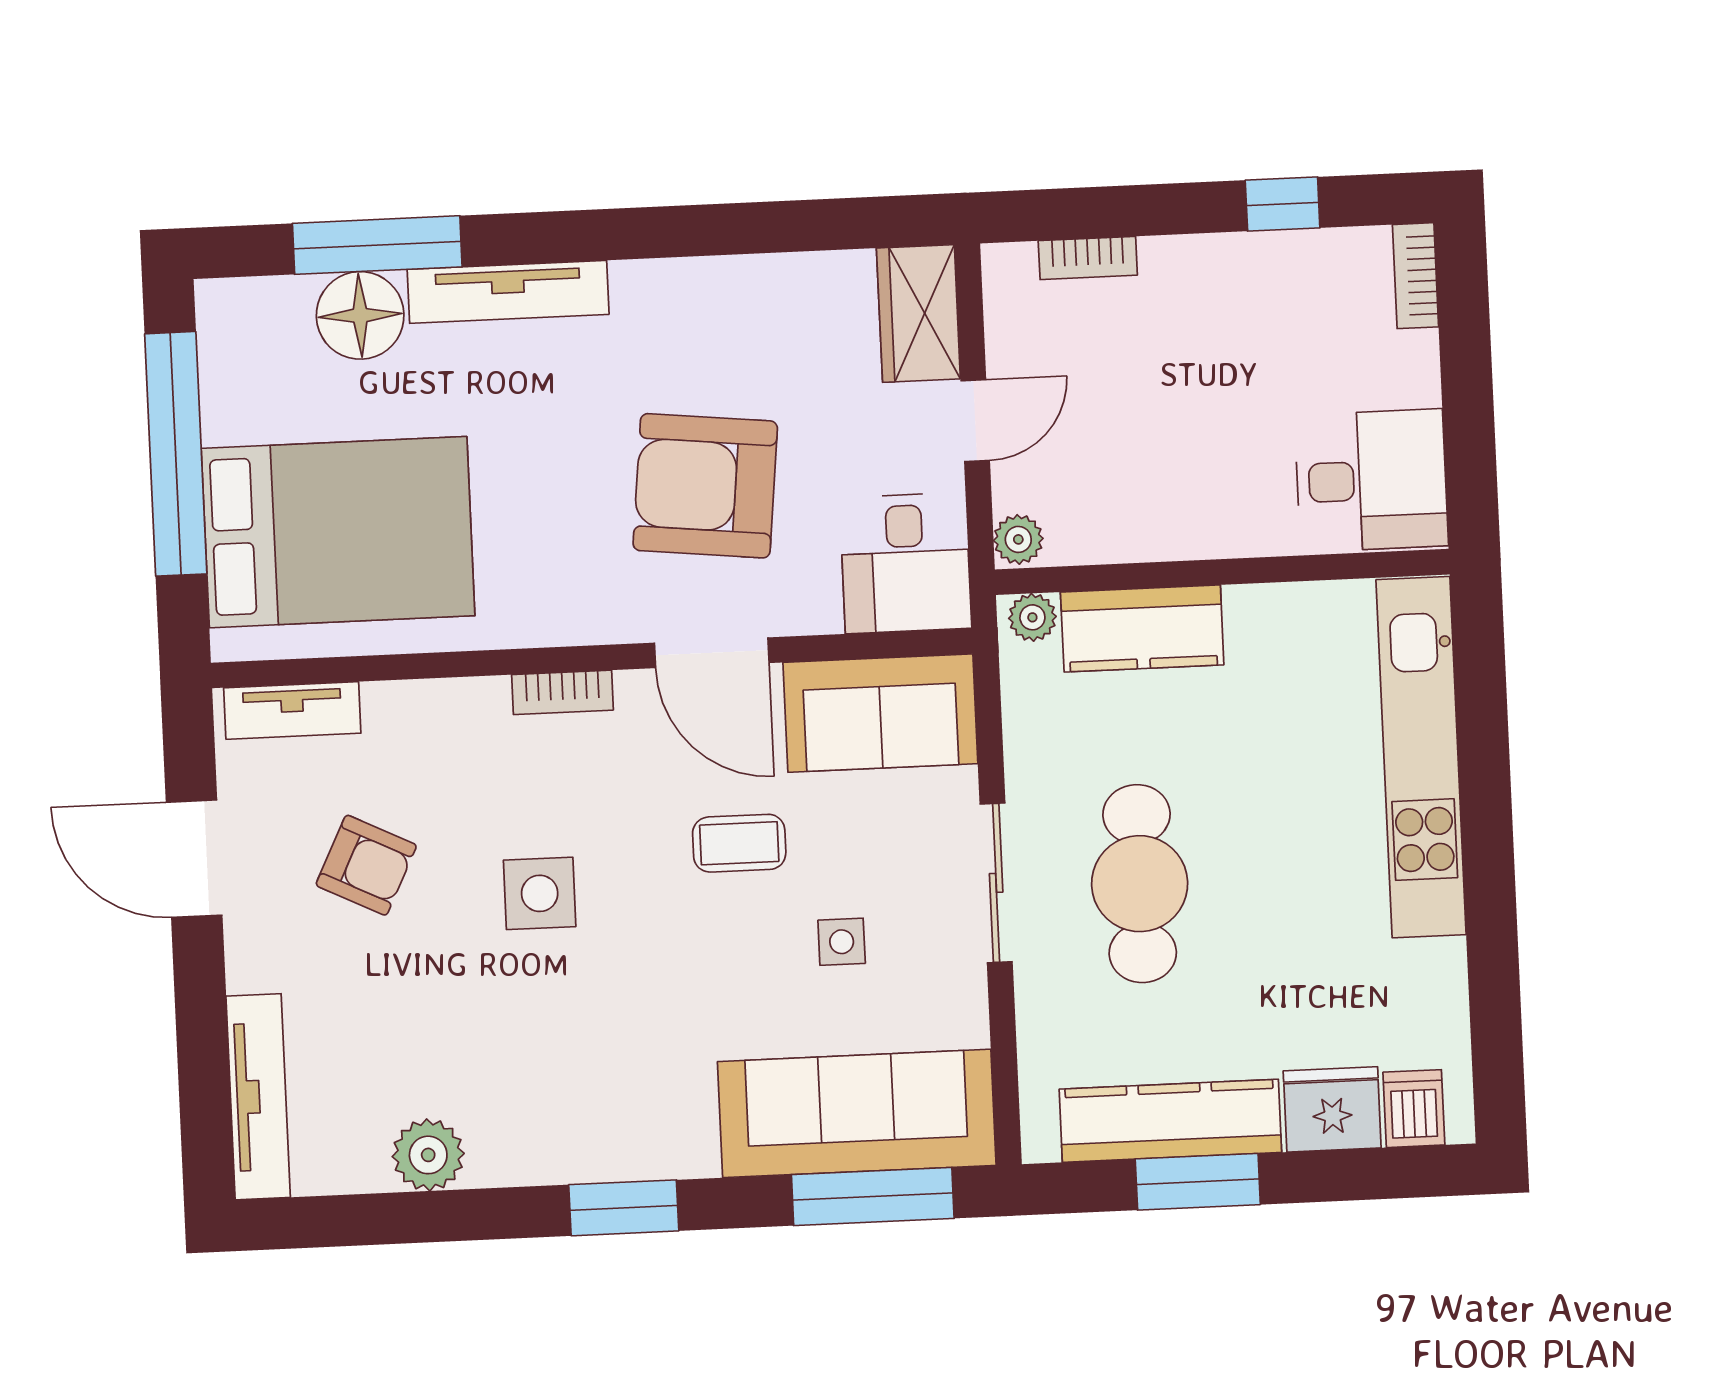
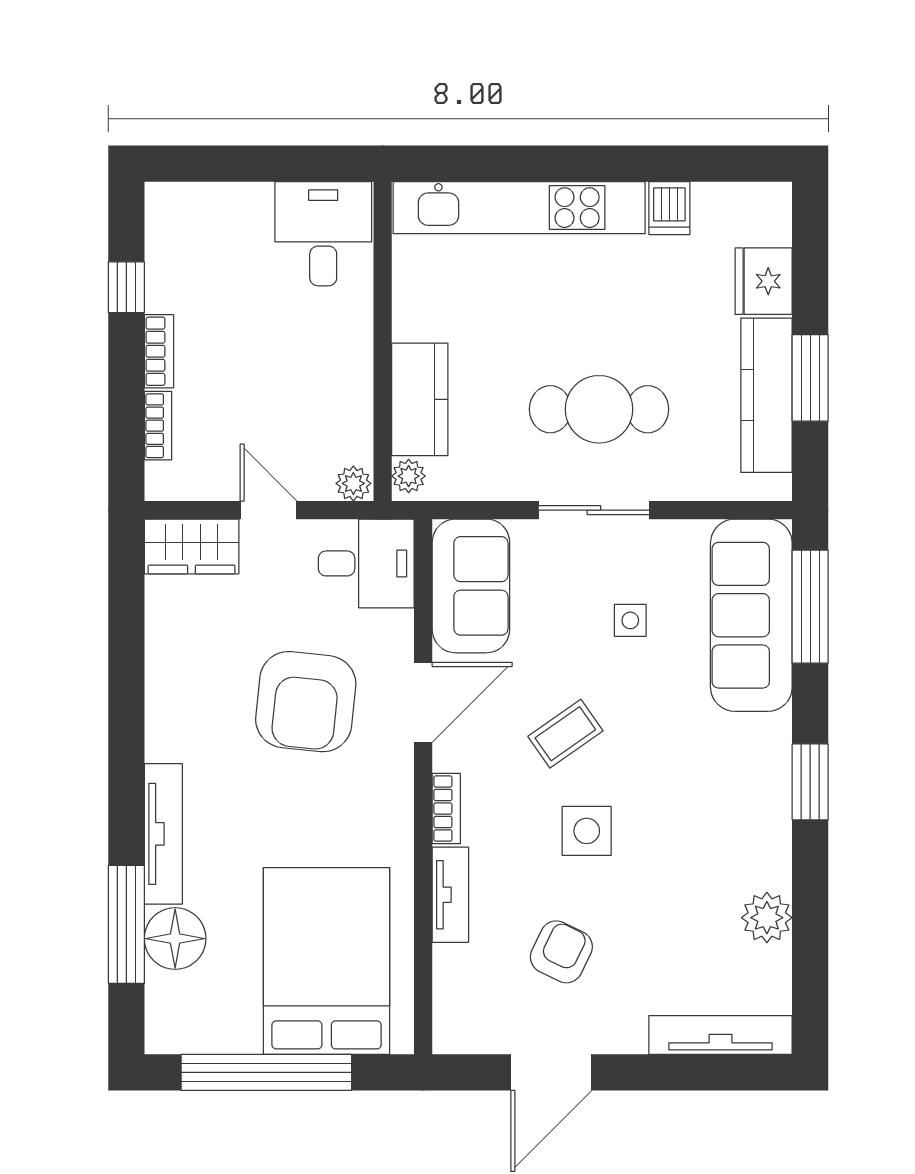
bookcase: (1415, 276) -> (159, 351), moved, turned -90
tv unit: (292, 710) -> (450, 895), moved
coffee table: (739, 843) -> (565, 734), moved, turned 55
dishwasher: (1414, 1109) -> (669, 208), moved, turned -90

